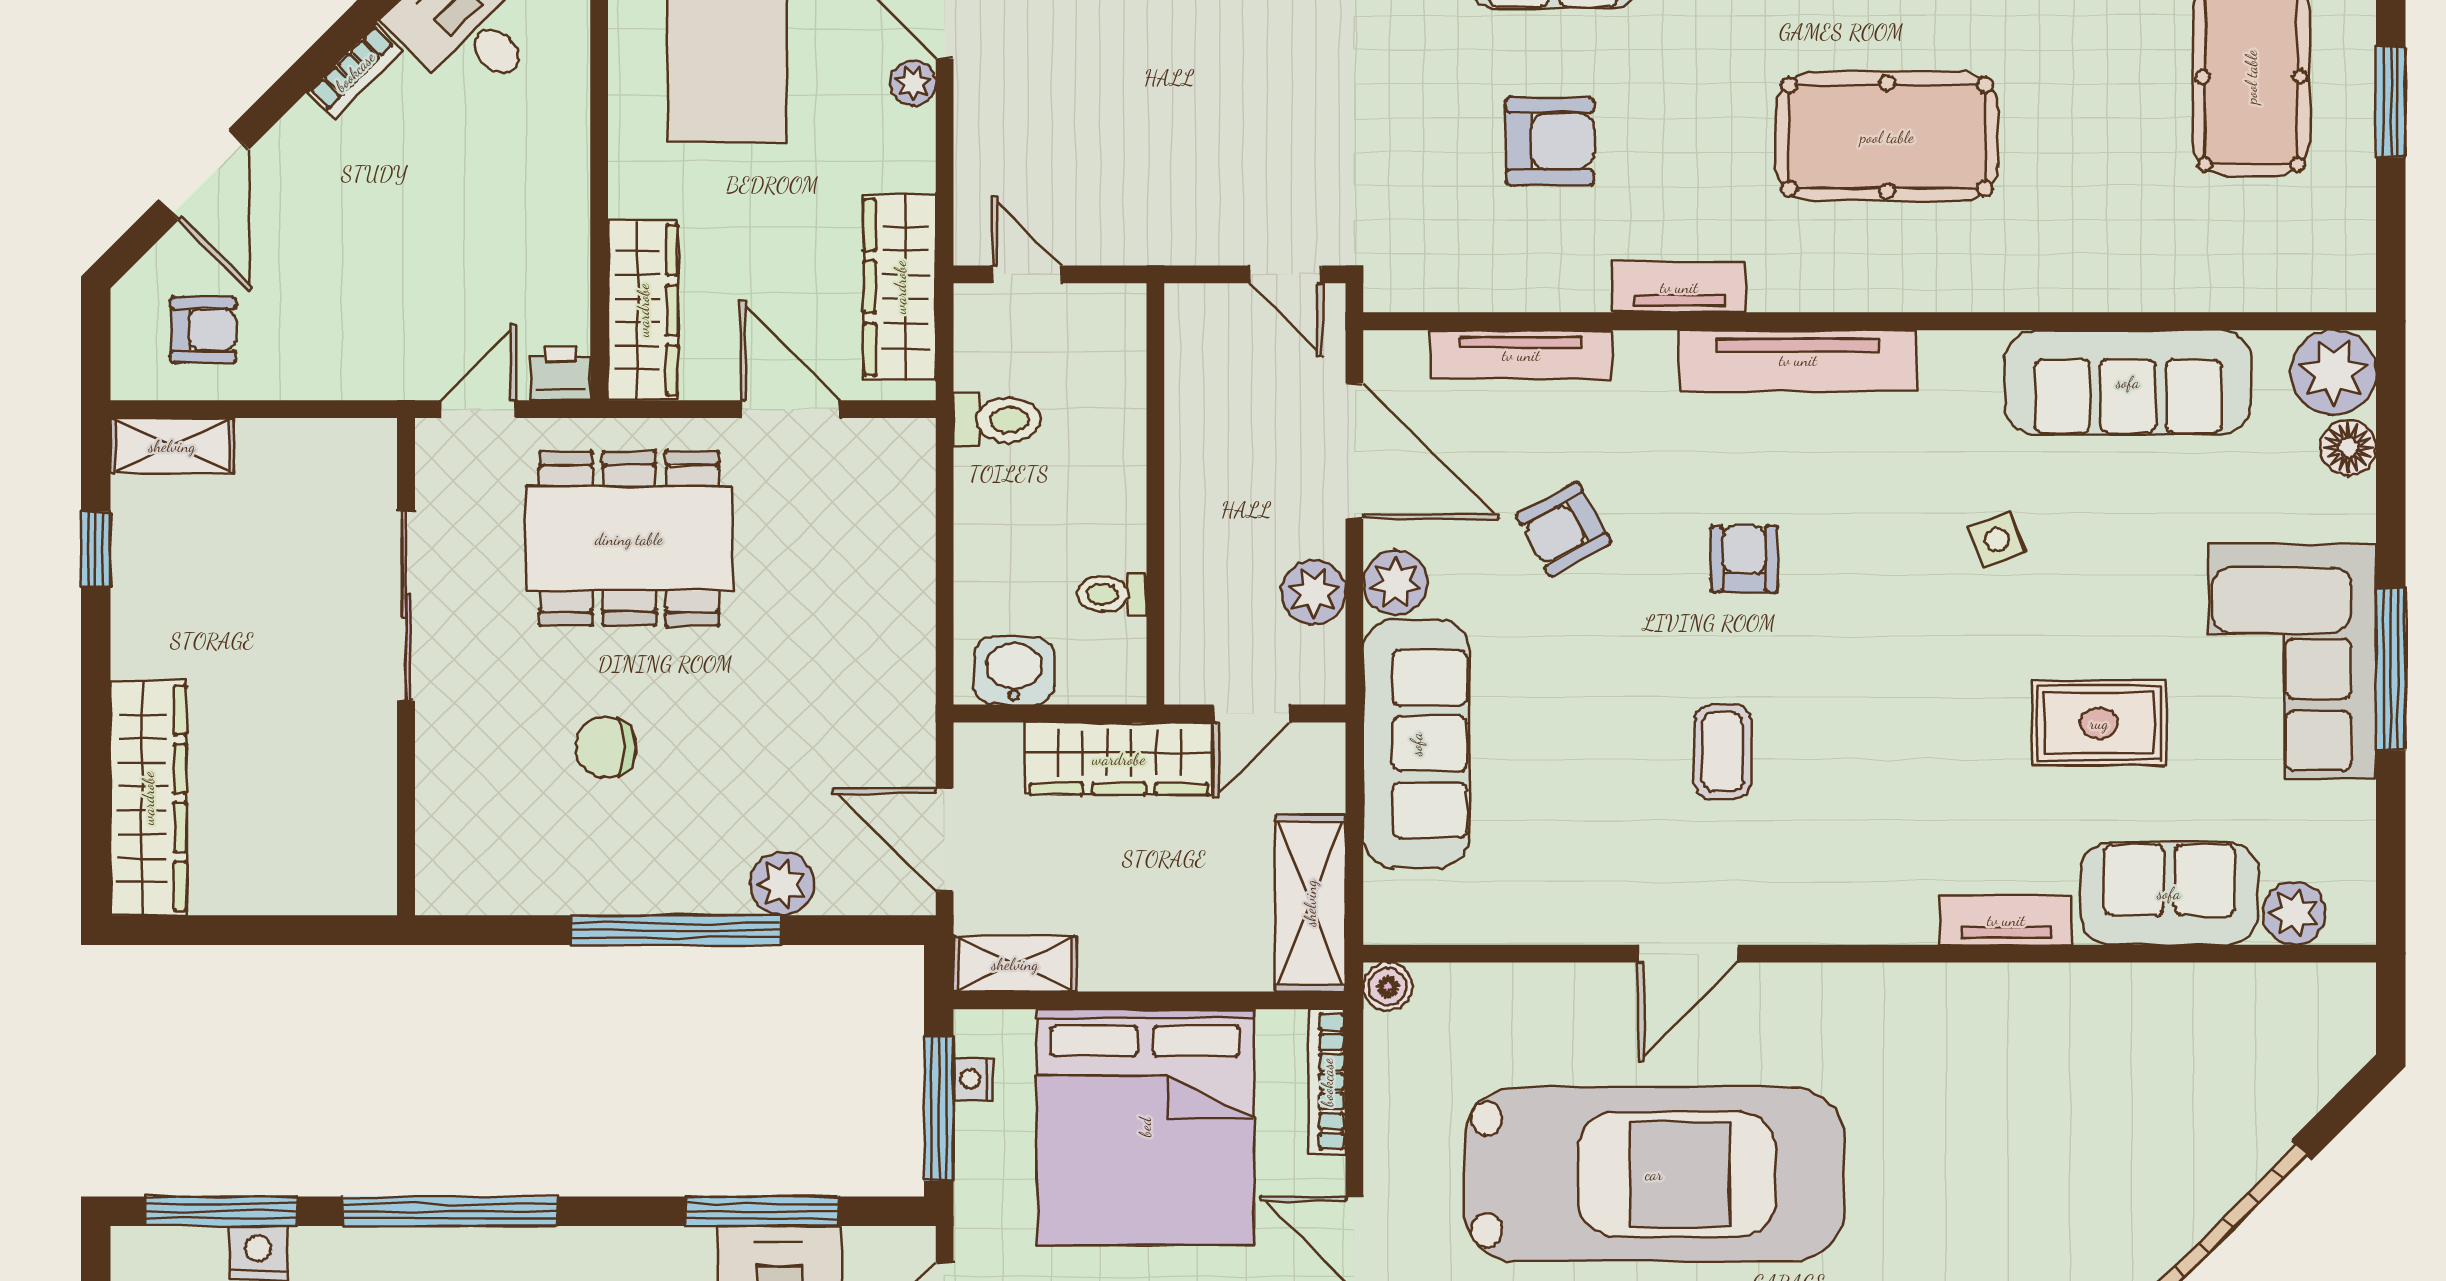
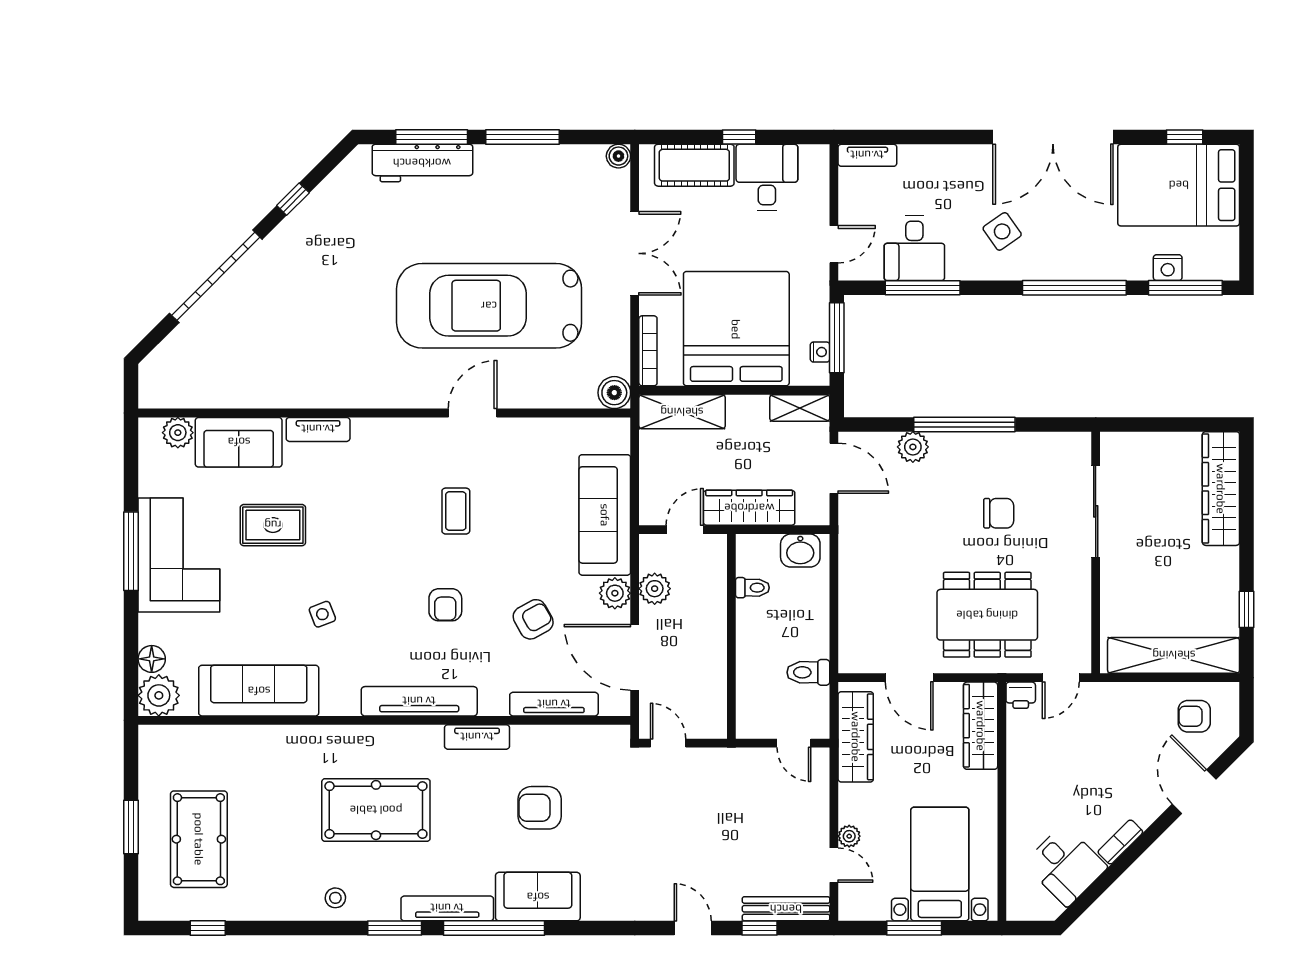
shelving: (172, 446) -> (1174, 655), width x2.20, depth x1.33
sliding door: (406, 606) -> (1096, 511), moved
shelving: (1310, 903) -> (682, 412), moved, turned 90
boiler: (1388, 987) -> (614, 393), width x1.36, depth x1.36

